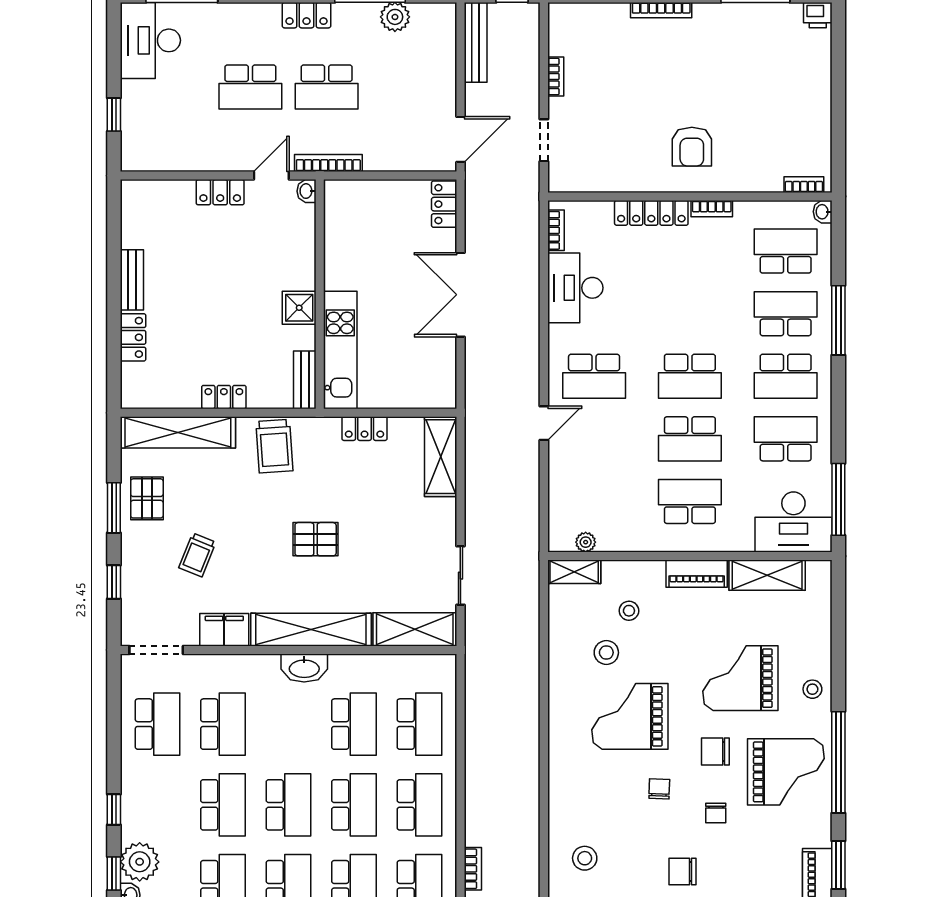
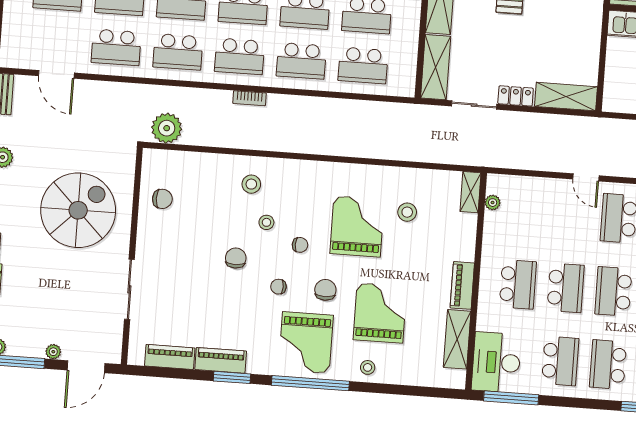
locker: (364, 429) -> (516, 96), moved, turned 90
school desk: (690, 439) -> (566, 288), turned 180
stool: (629, 611) -> (266, 222), moved

